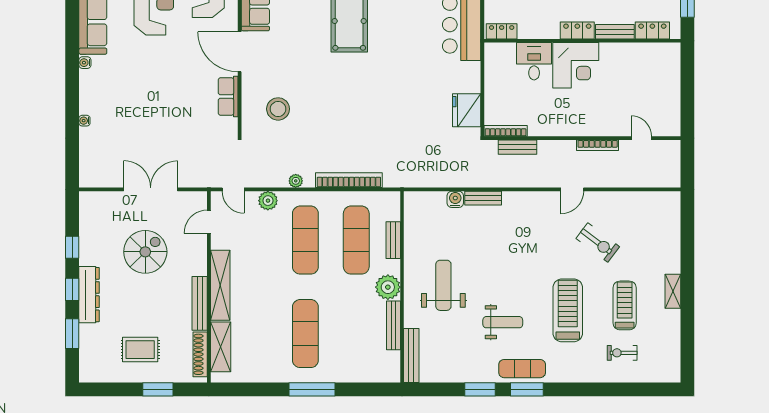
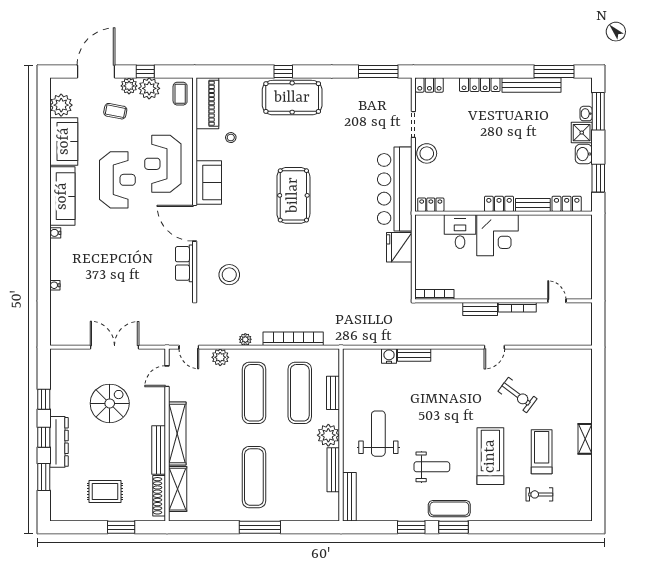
fridge: (467, 110) -> (399, 247), moved
bench: (517, 147) -> (480, 309), moved

